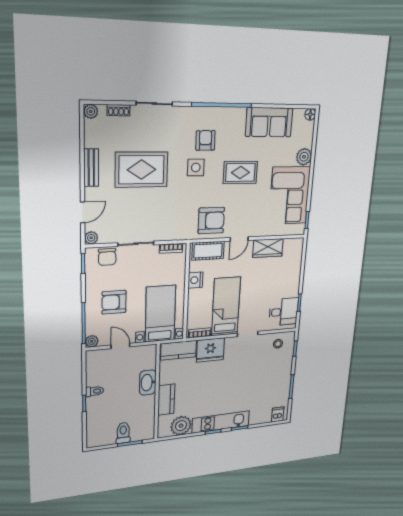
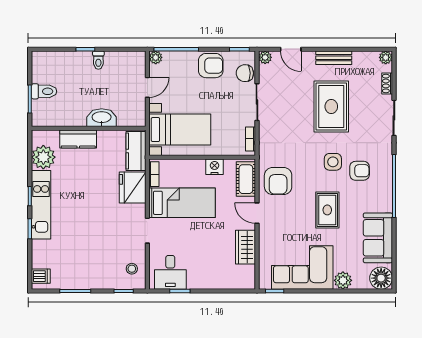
floor lamp: (310, 114) -> (381, 278), width x1.89, depth x1.89
armchair: (114, 302) -> (211, 66), moved, turned 90

